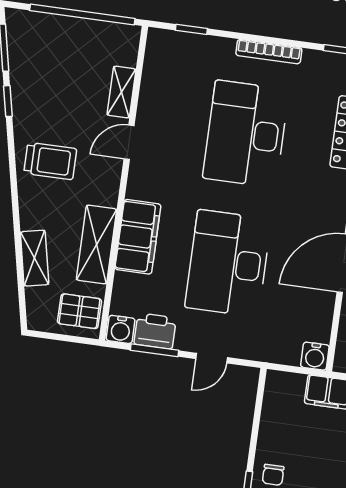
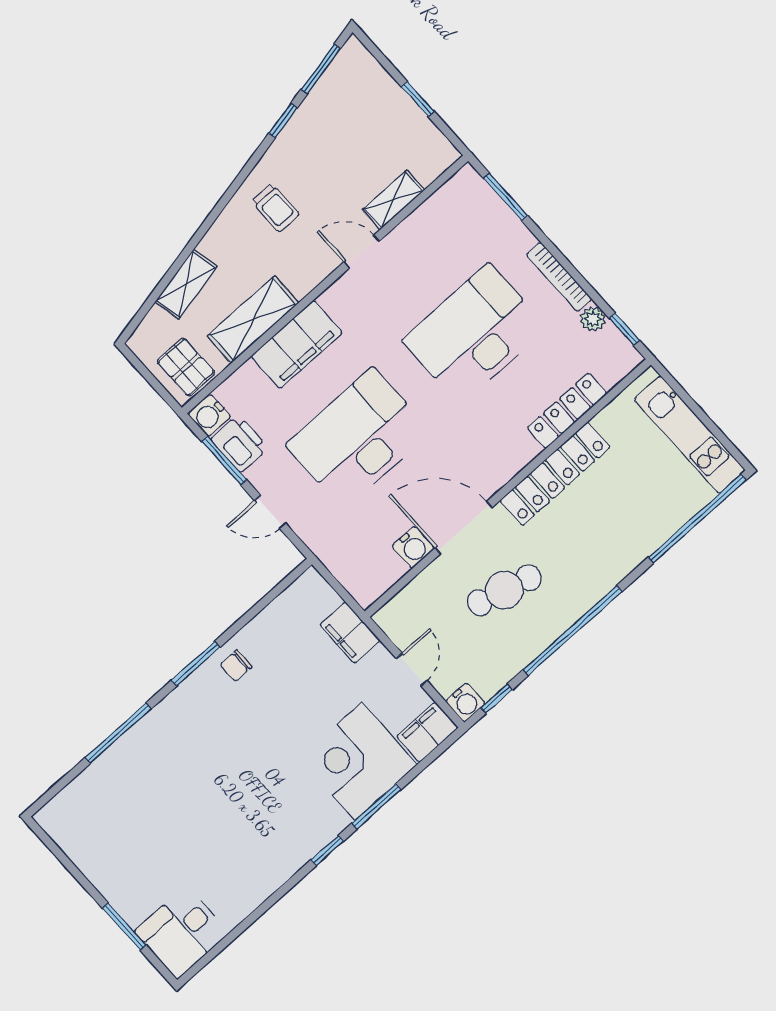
window: (82, 14) -> (418, 99), width x0.32
window: (191, 29) -> (506, 197), width x1.50
plant: (313, 60) -> (593, 319), added
trolley: (50, 161) -> (275, 208), width x0.73, depth x0.72
water cooler: (315, 356) -> (413, 547), moved, turned -90

